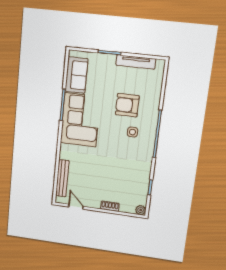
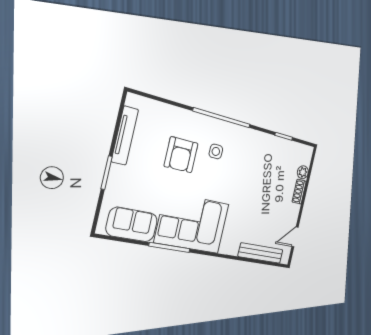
plant: (141, 210) -> (303, 172), moved

